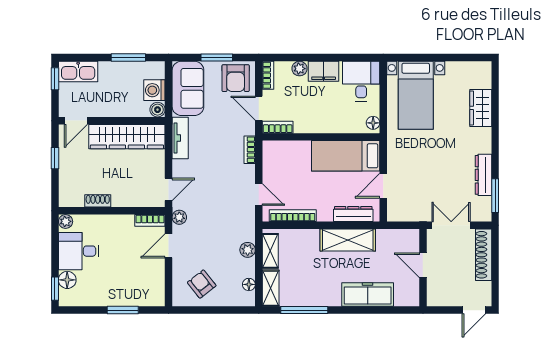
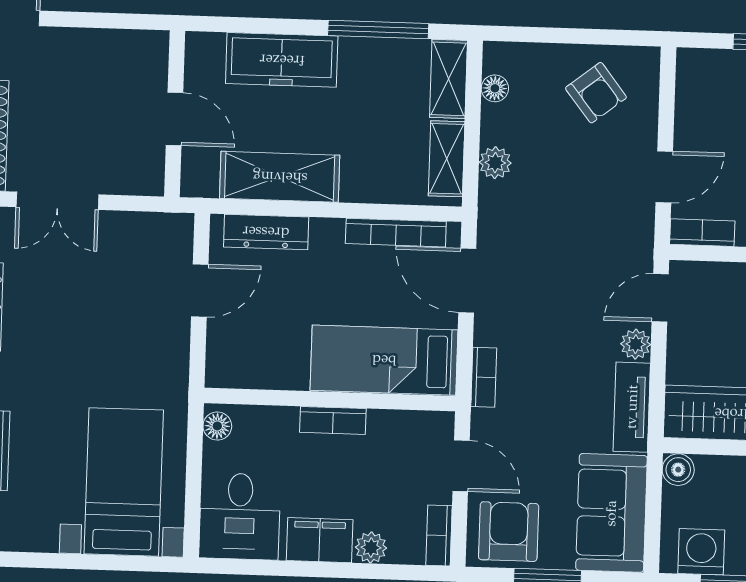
washing machine: (154, 90) -> (701, 552), moved, turned -90
bookcase: (278, 127) -> (333, 420), moved
bed: (346, 156) -> (384, 360), moved, turned 180
door: (259, 194) -> (467, 281), width x1.37
plant: (179, 217) -> (636, 344), moved
door: (423, 265) -> (175, 119), moved
wall: (423, 268) -> (175, 114), moved
freezer: (368, 294) -> (282, 60), moved

